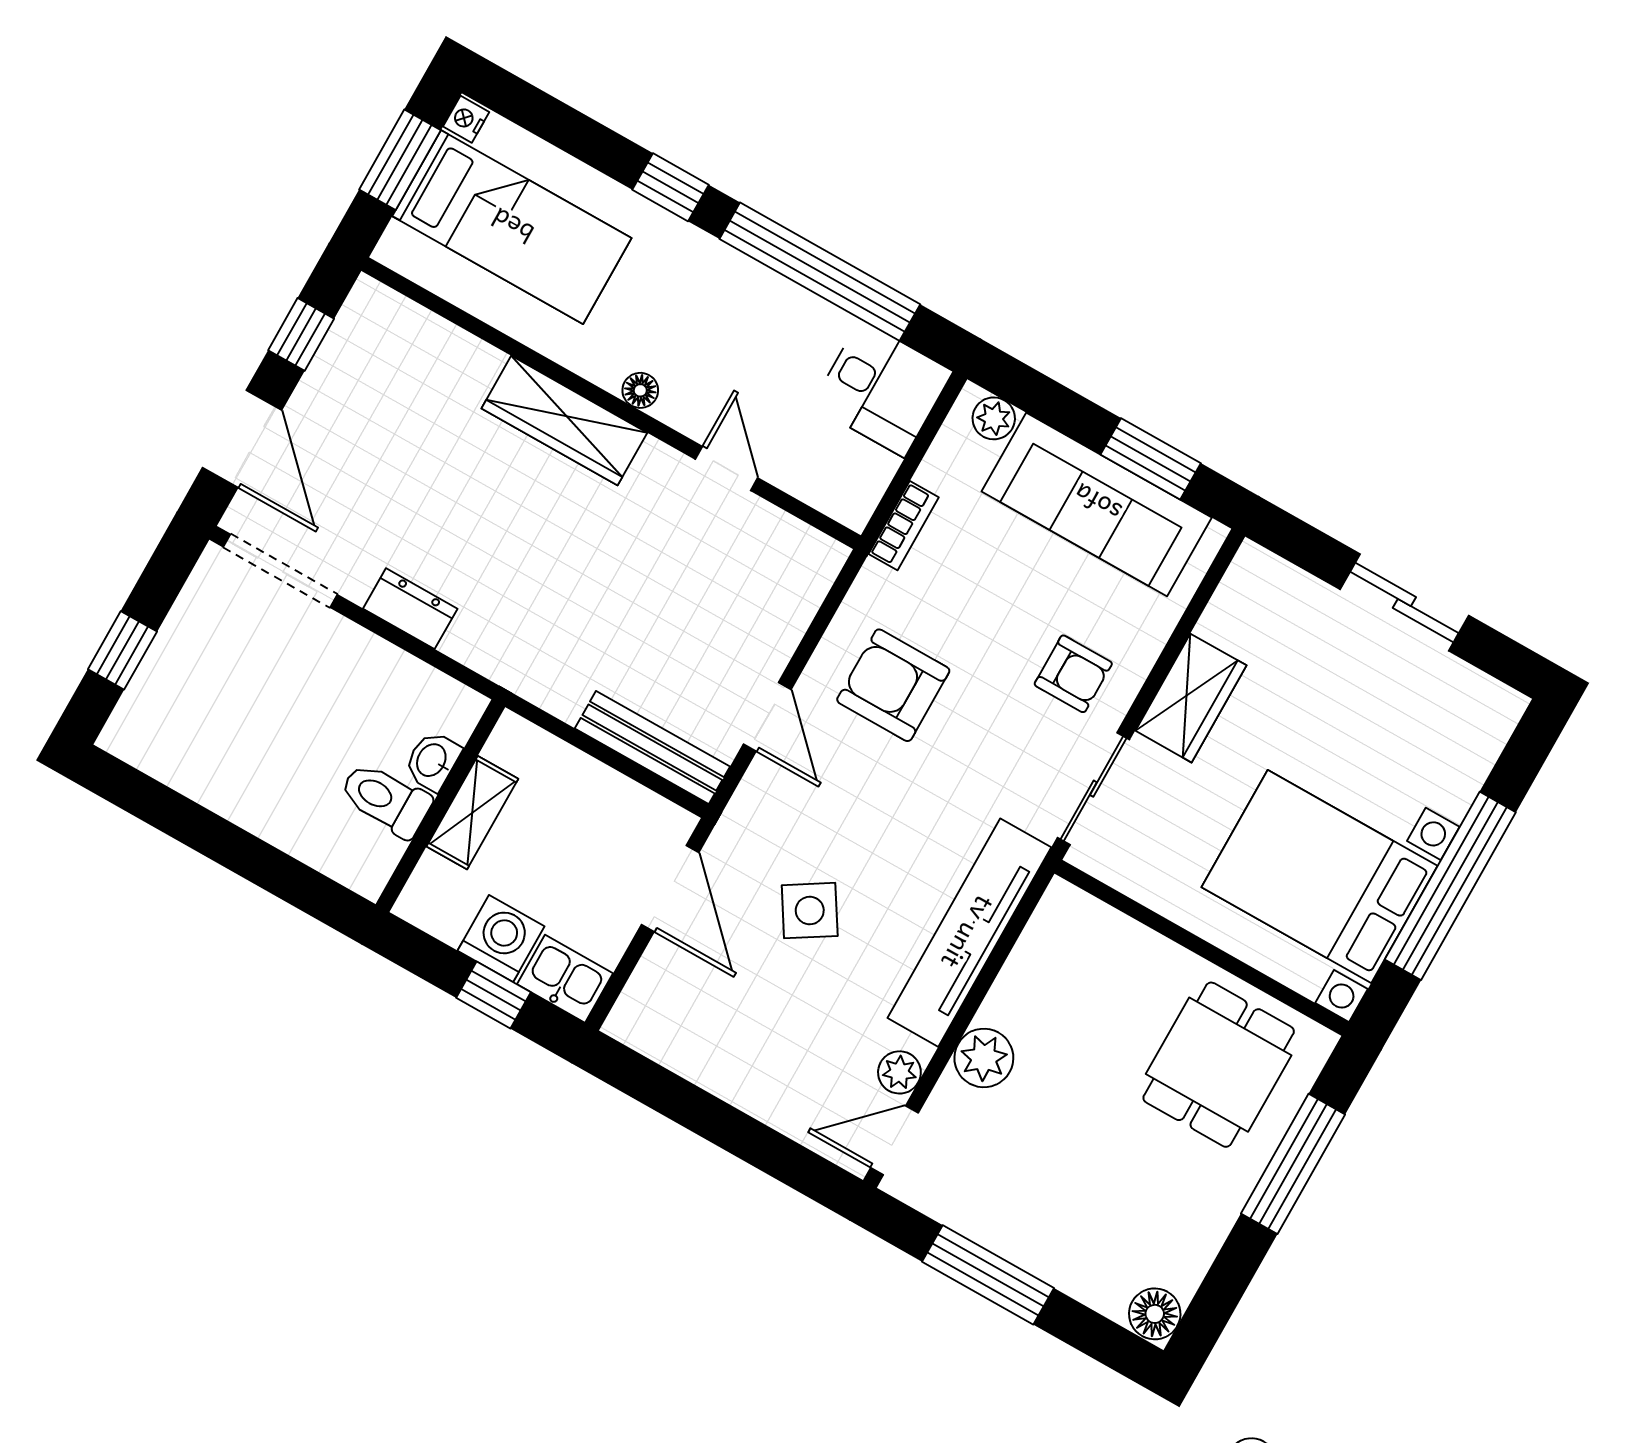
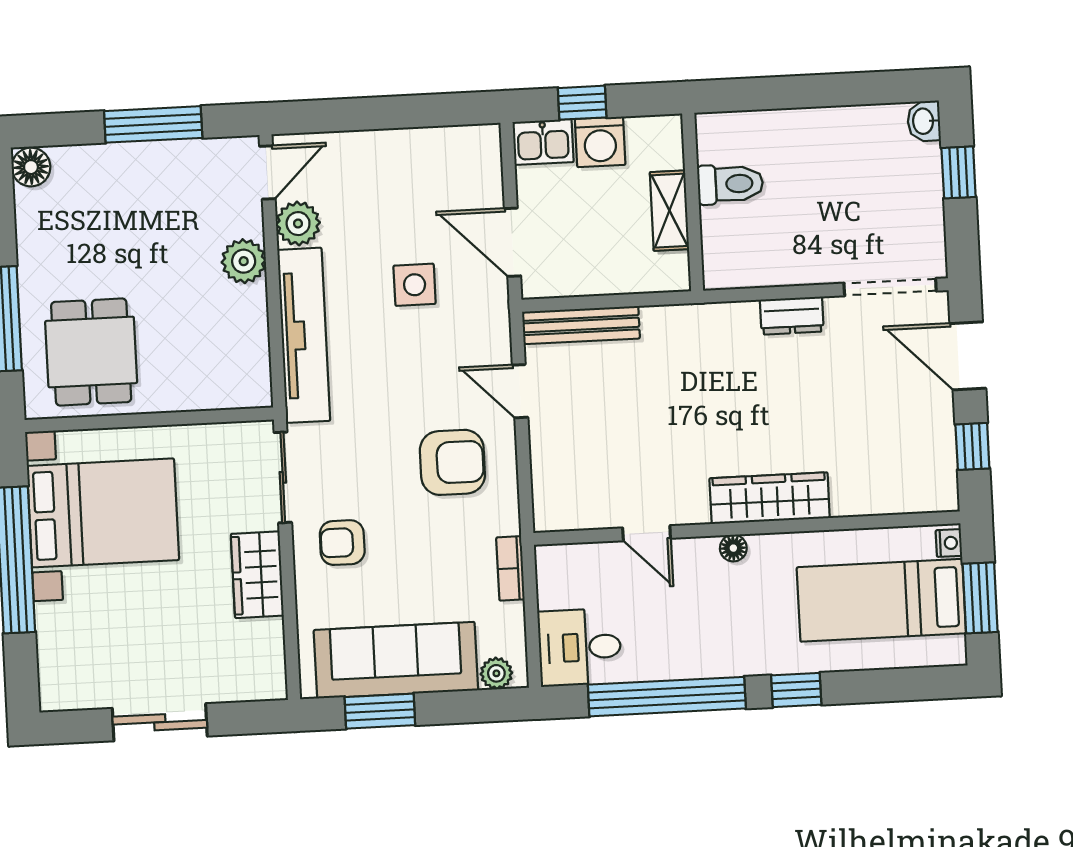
nightstand: (466, 119) -> (949, 543), moved
washbasin: (432, 761) -> (924, 121), moved, turned 180
side table: (810, 911) -> (415, 285), turned 32
plant: (899, 1072) -> (298, 224), width x1.38, depth x1.38

